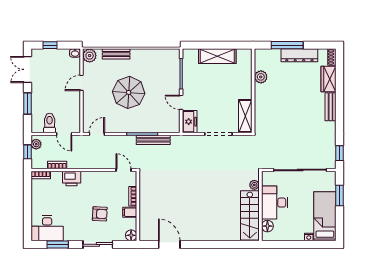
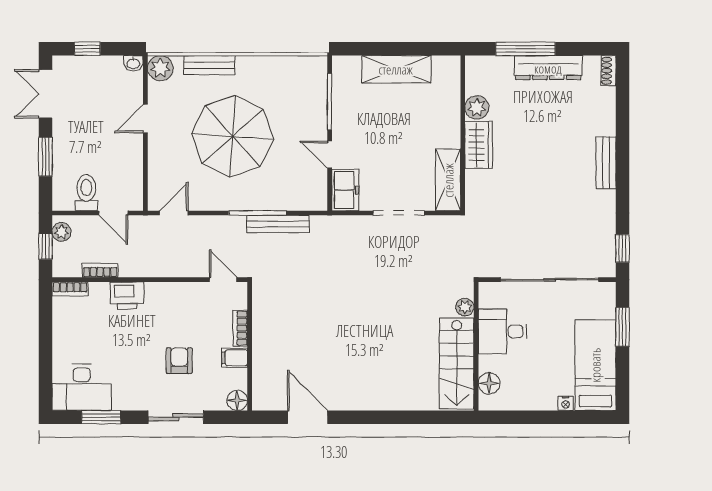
wardrobe: (329, 79) -> (479, 145), moved, turned 180
parasol: (129, 92) -> (233, 136), width x1.36, depth x1.36
desk: (275, 203) -> (502, 331), width x0.73
armchair: (100, 214) -> (179, 361), turned -93

